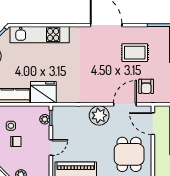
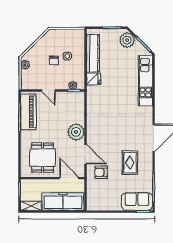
fridge: (43, 92) -> (94, 79), width x0.53, depth x0.75
door: (153, 124) -> (69, 178), hinge flipped
dining table: (129, 154) -> (43, 158), turned 90

